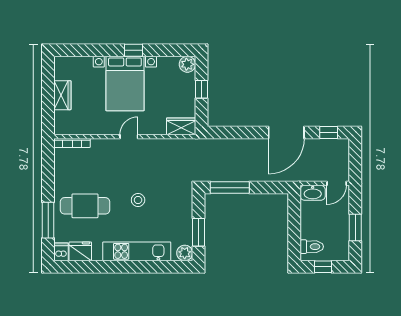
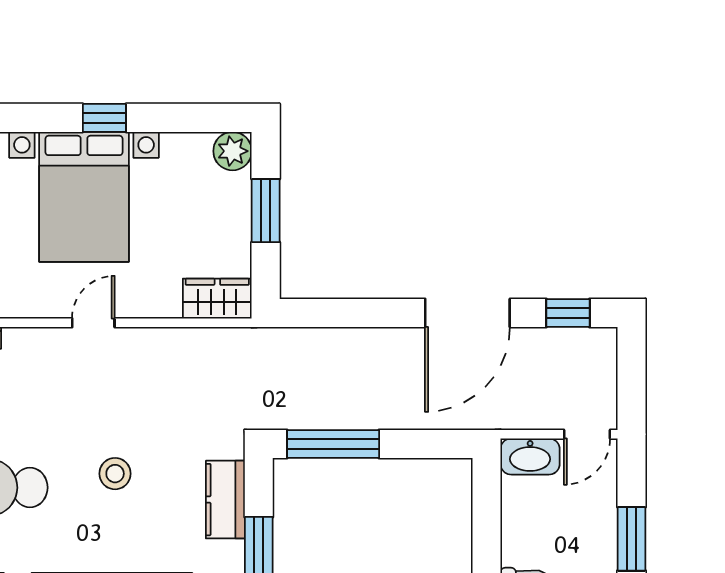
window: (201, 89) -> (266, 211), width x1.50
kitchen counter: (184, 211) -> (225, 500), added

